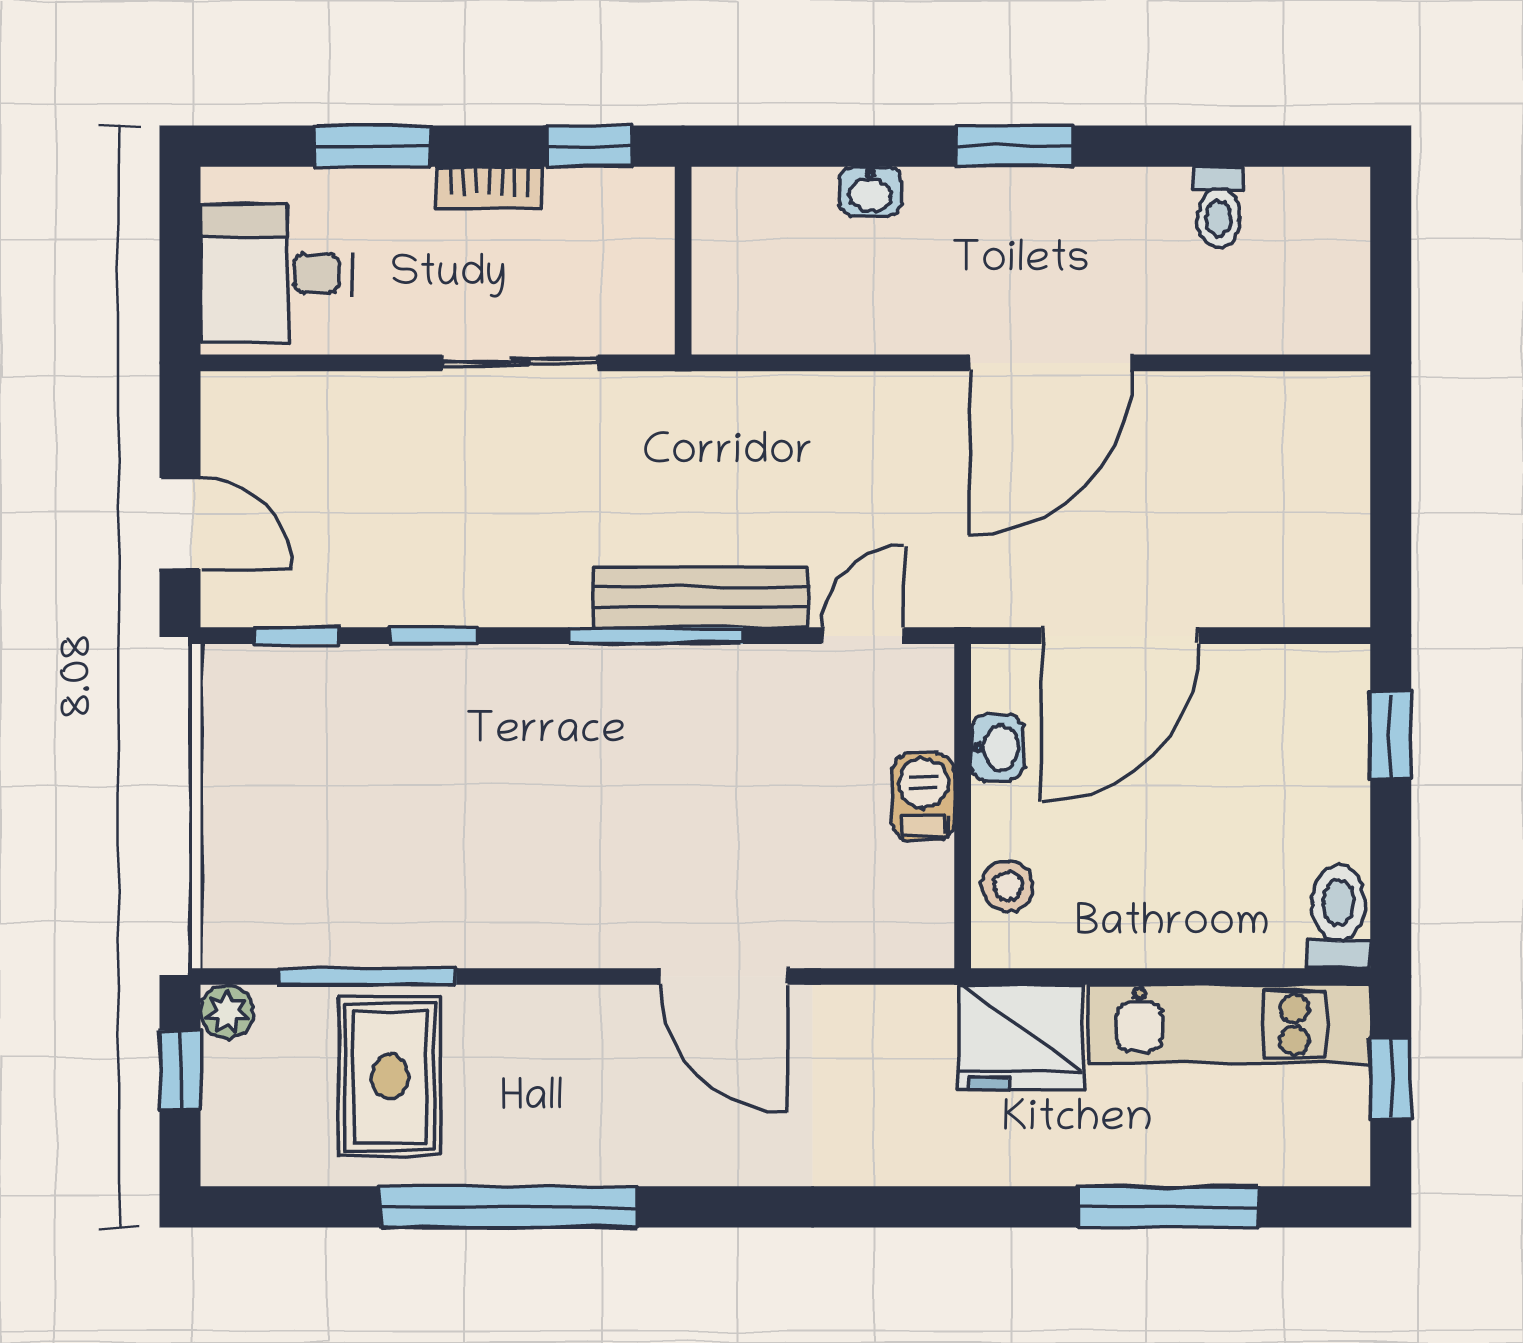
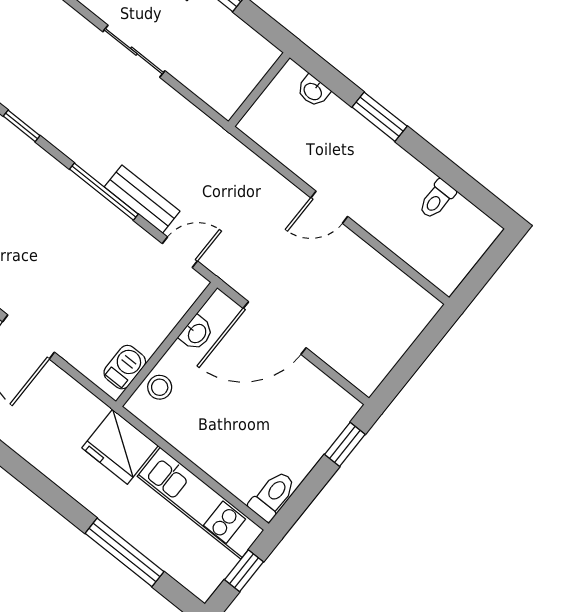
wall: (683, 261) -> (259, 89), moved
door: (1051, 363) -> (329, 207), width x0.53
bench: (701, 597) -> (142, 199), width x0.73
barbecue: (923, 797) -> (125, 367), moved

